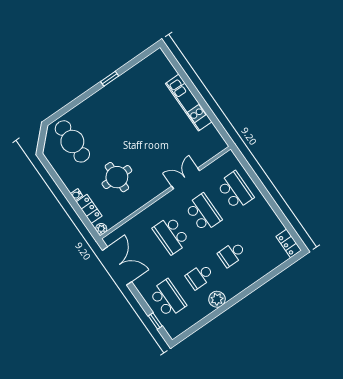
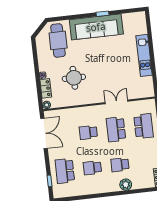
sofa: (111, 99) -> (96, 27), added
school desk: (203, 213) -> (116, 129), turned 180
school desk: (171, 235) -> (88, 132), width x0.54
school desk: (168, 298) -> (65, 171), turned 180
plant: (217, 299) -> (126, 185), moved

